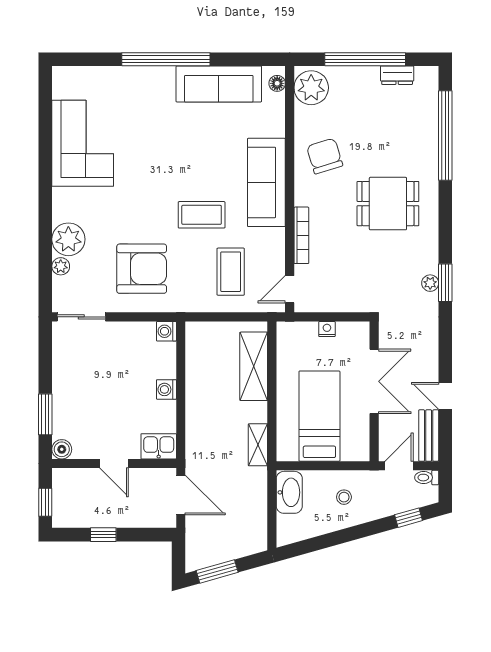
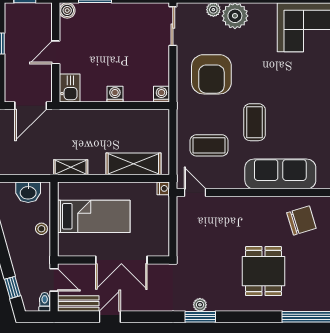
bookcase: (301, 235) -> (238, 202), removed
nightstand: (327, 329) -> (163, 188), moved
washbasin: (289, 492) -> (28, 192), width x0.72
stool: (344, 497) -> (41, 229), moved

